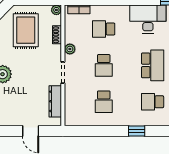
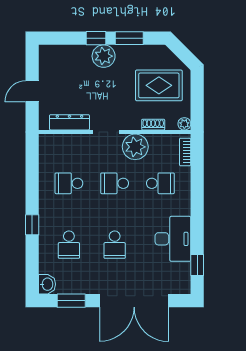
school desk: (104, 29) -> (160, 183), turned 90
plant: (70, 49) -> (135, 147), width x1.87, depth x1.87
school desk: (153, 65) -> (115, 245), width x0.54
school desk: (153, 102) -> (69, 245), turned 180

